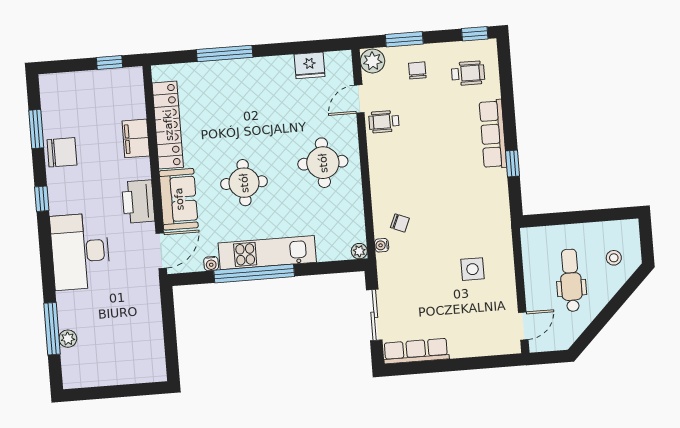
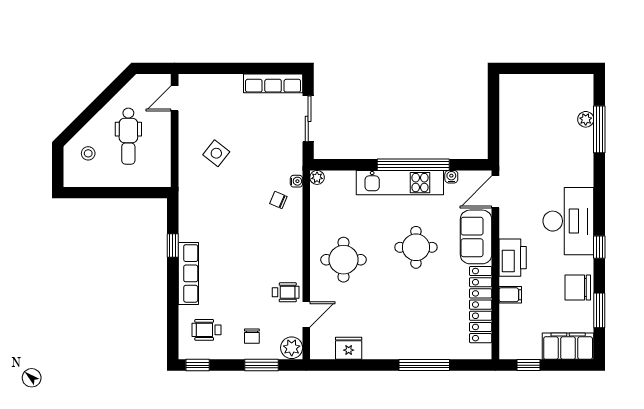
filing cabinet: (68, 87) -> (568, 346), added
filing cabinet: (136, 138) -> (510, 295), width x0.50
printer: (138, 202) -> (513, 258), moved
desk: (80, 251) -> (568, 221), moved
side table: (472, 269) -> (216, 153), turned 38

